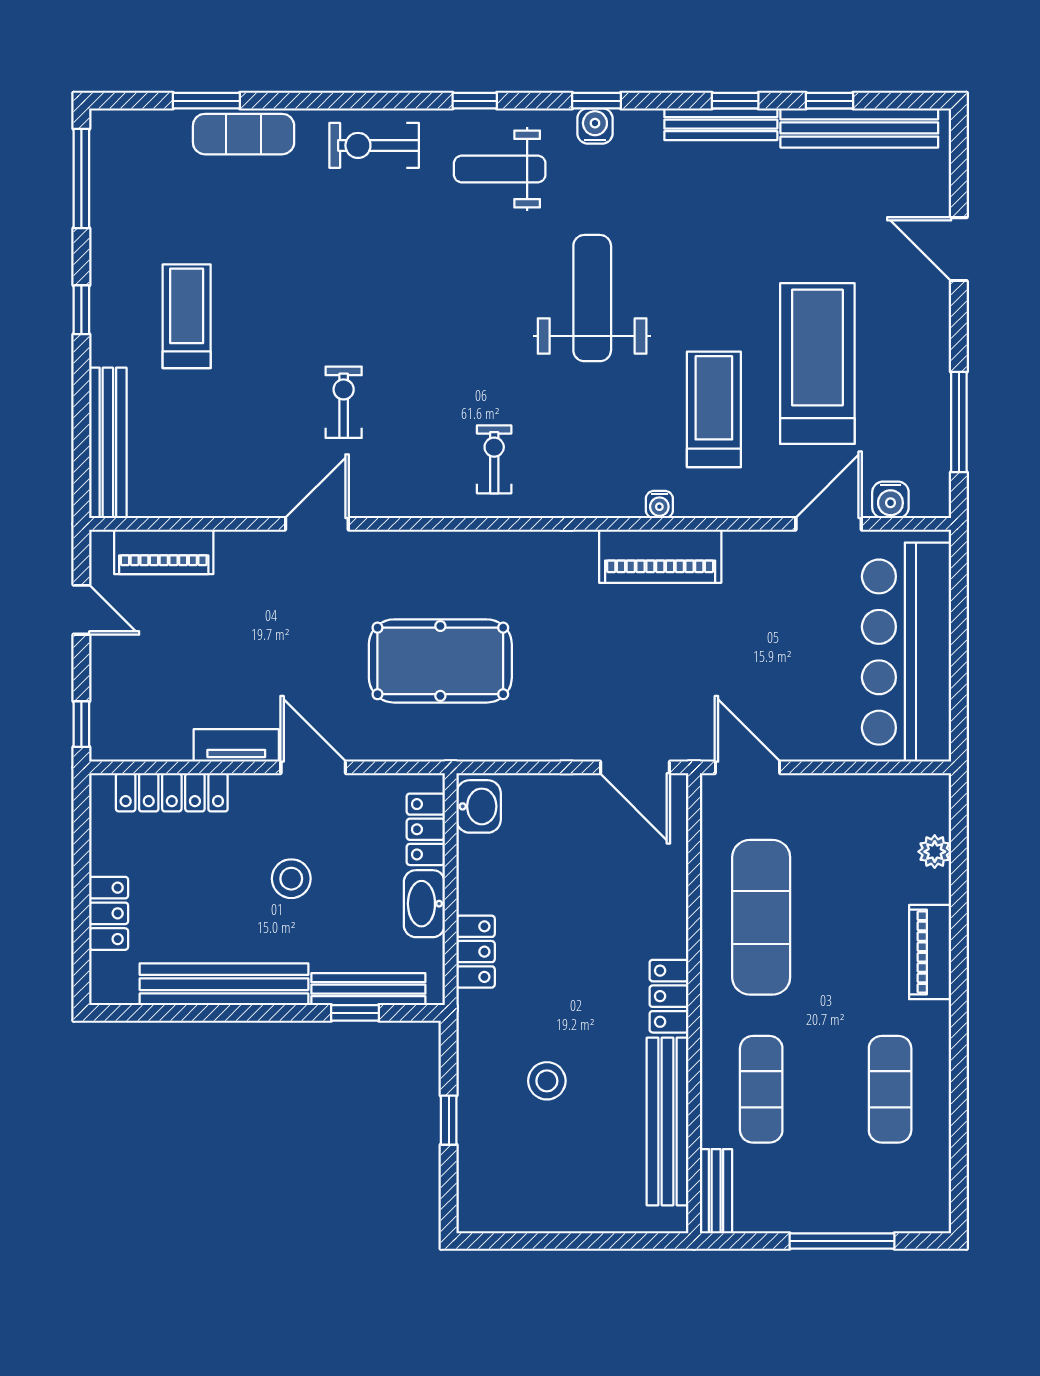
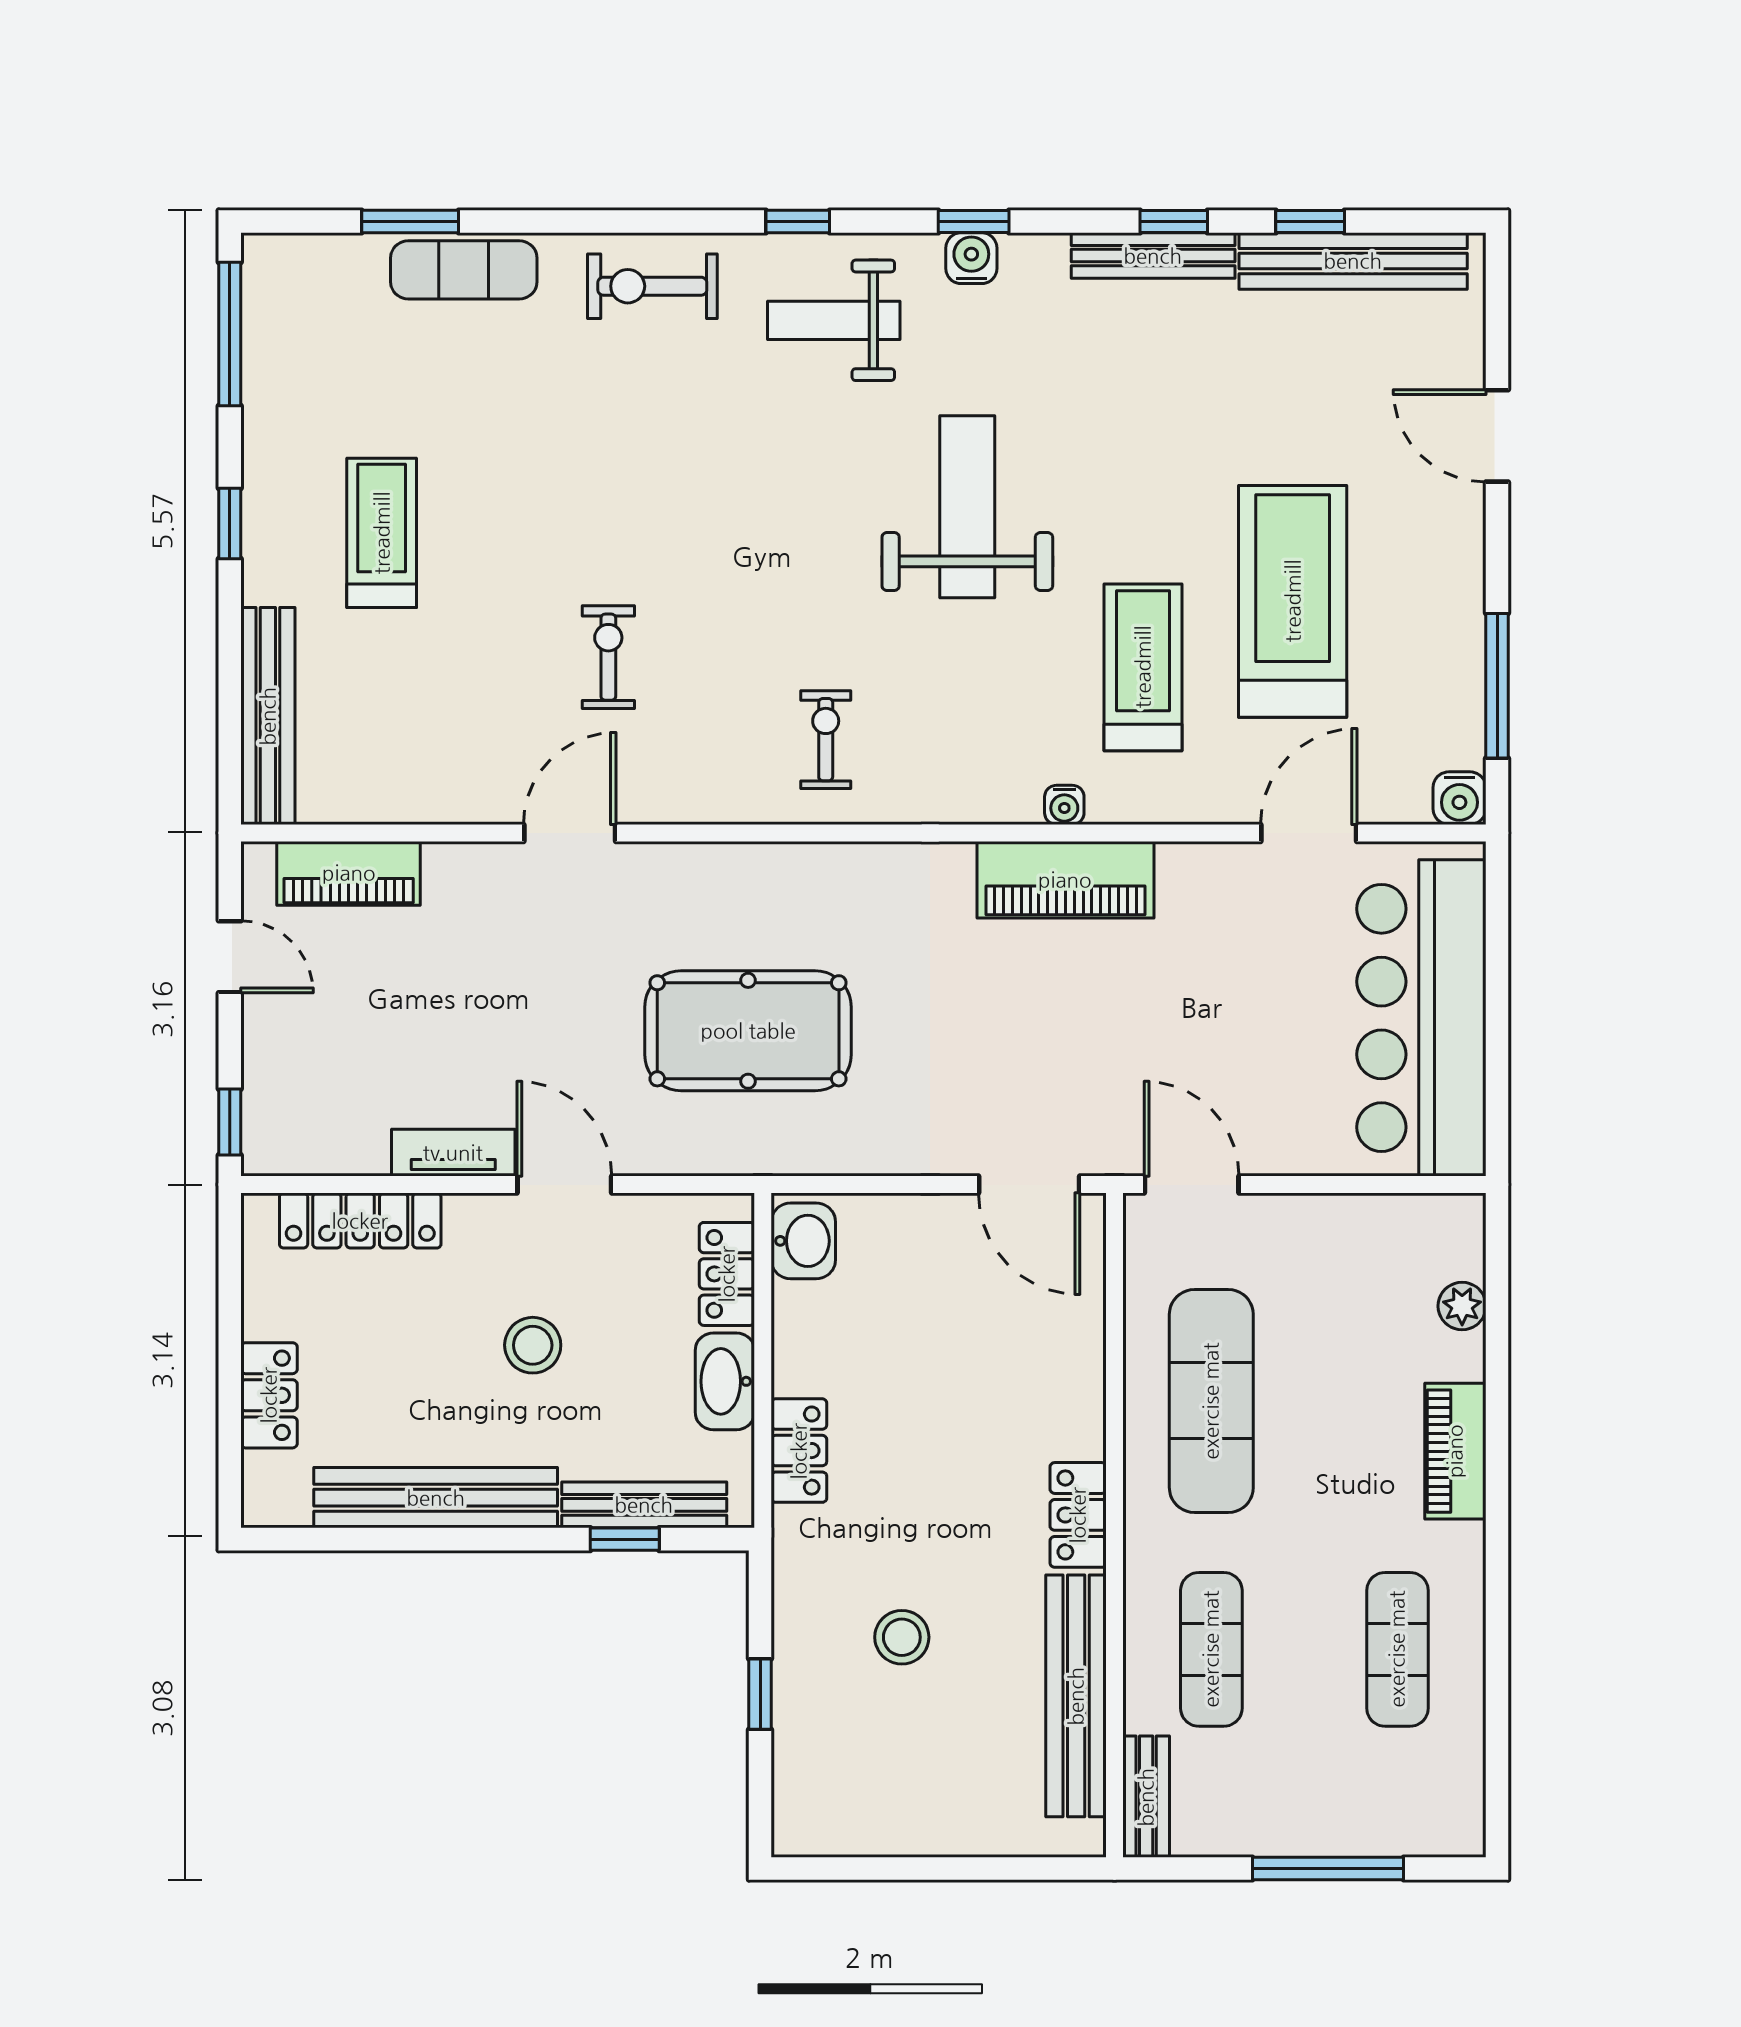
water cooler: (890, 500) -> (1459, 798), moved

